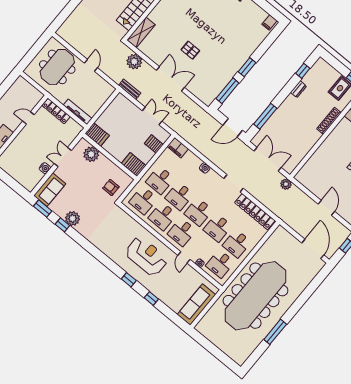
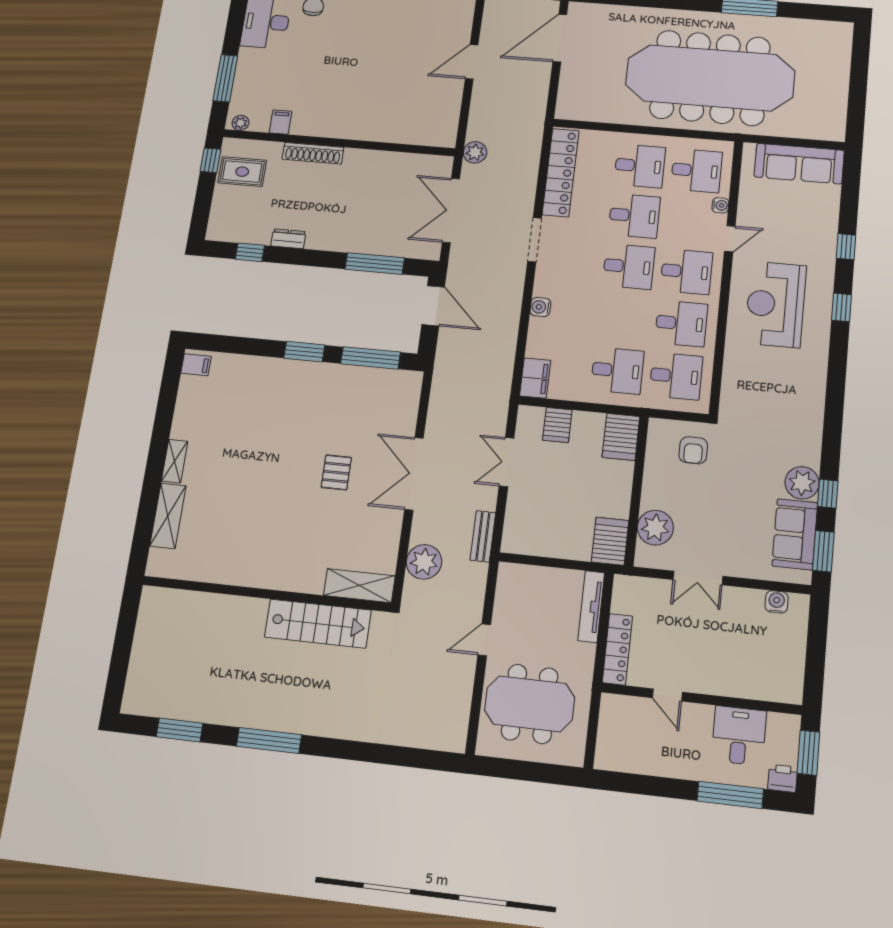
water cooler: (45, 168) -> (777, 602), moved
sofa: (50, 190) -> (795, 534), moved, turned -90
desk: (179, 196) -> (623, 318), removed

